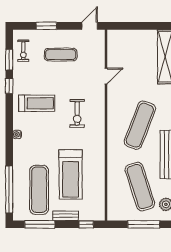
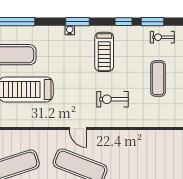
door: (106, 76) -> (78, 129), moved
exercise bike: (77, 113) -> (112, 99), moved
window: (9, 127) -> (77, 22), added

